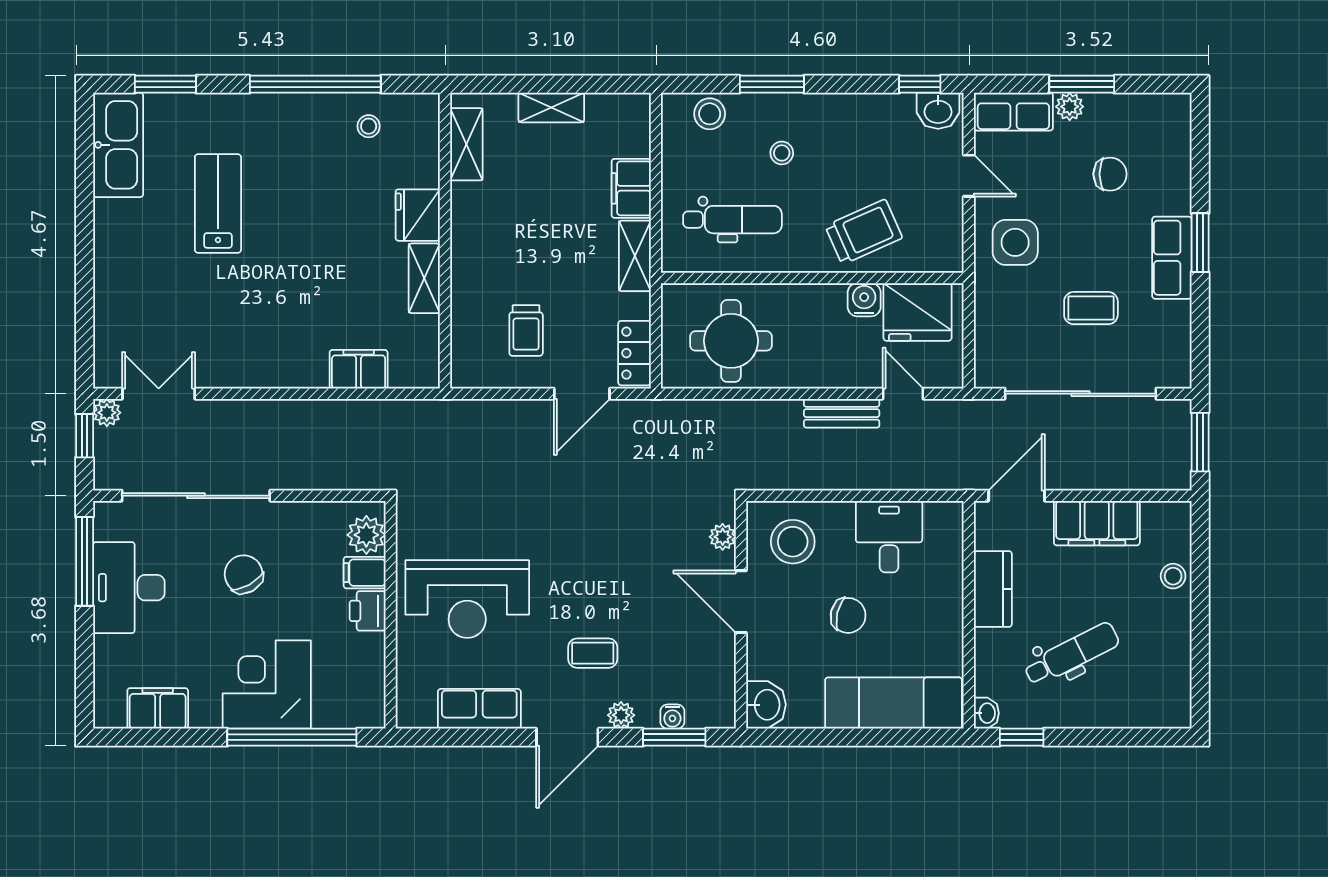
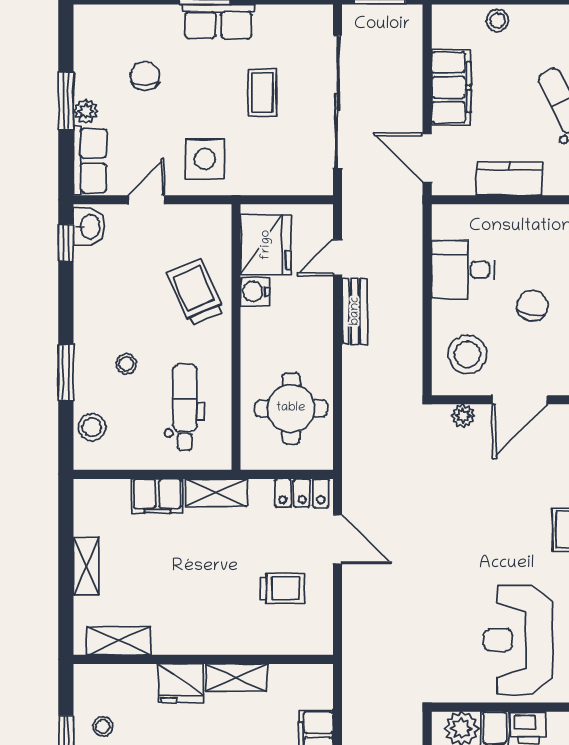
reception desk: (467, 599) -> (518, 640), turned 180

